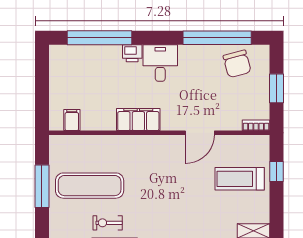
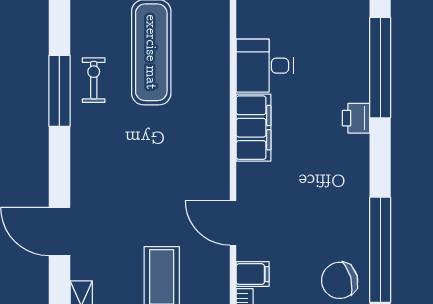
desk: (160, 63) -> (265, 66), moved, turned 180
filing cabinet: (72, 120) -> (253, 274), moved

